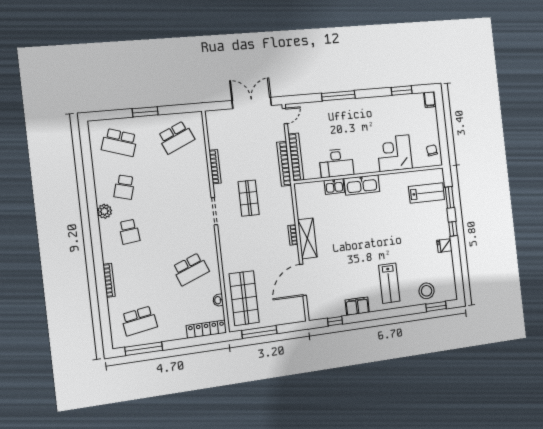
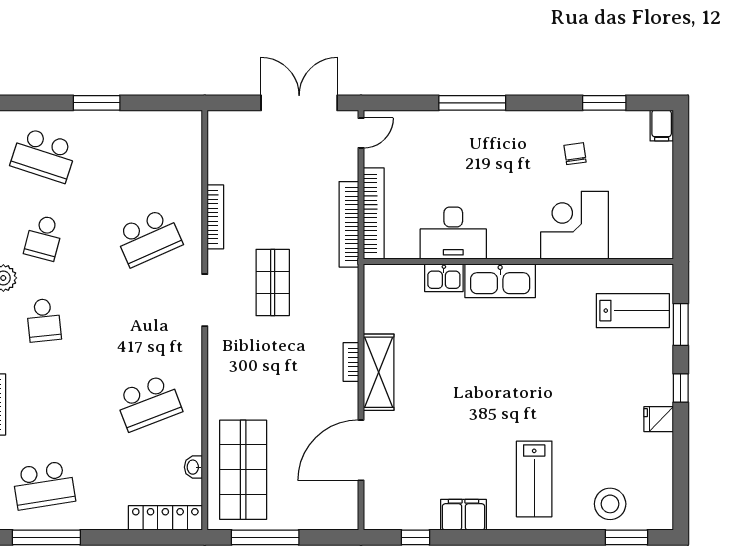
school desk: (176, 137) -> (148, 238), moved
chair: (432, 150) -> (575, 154), moved

